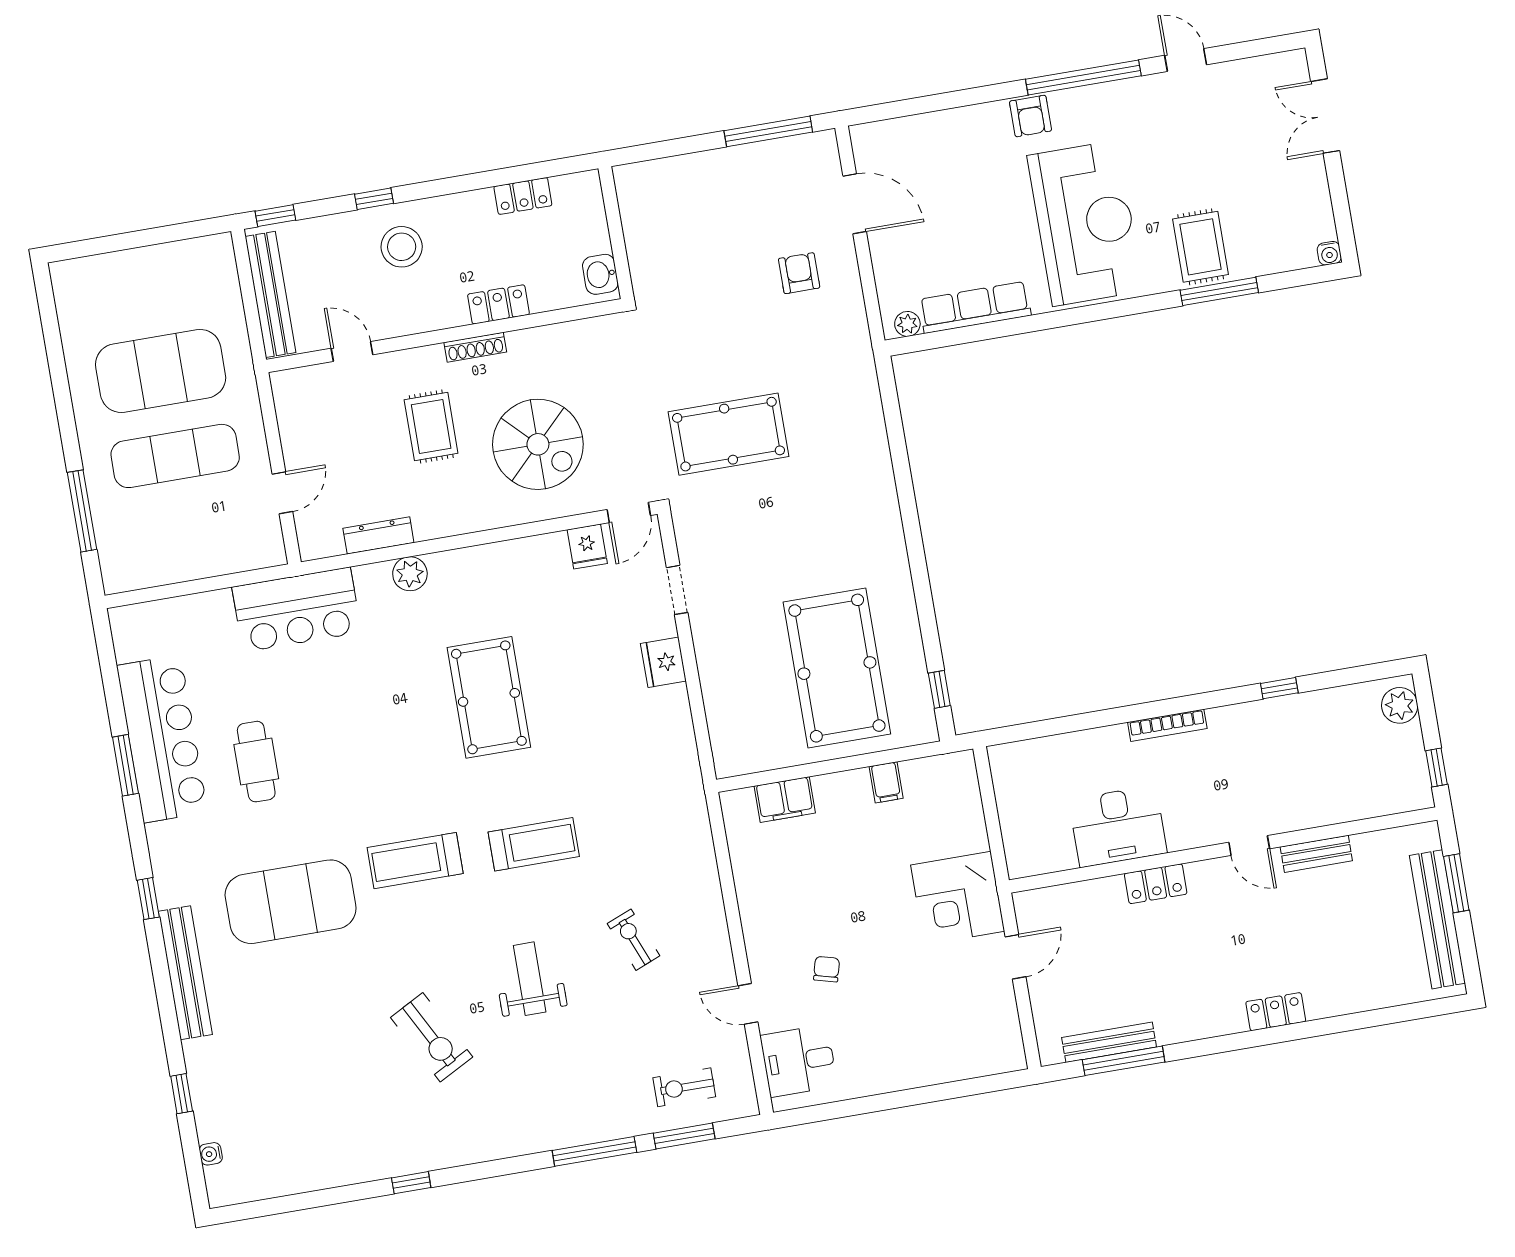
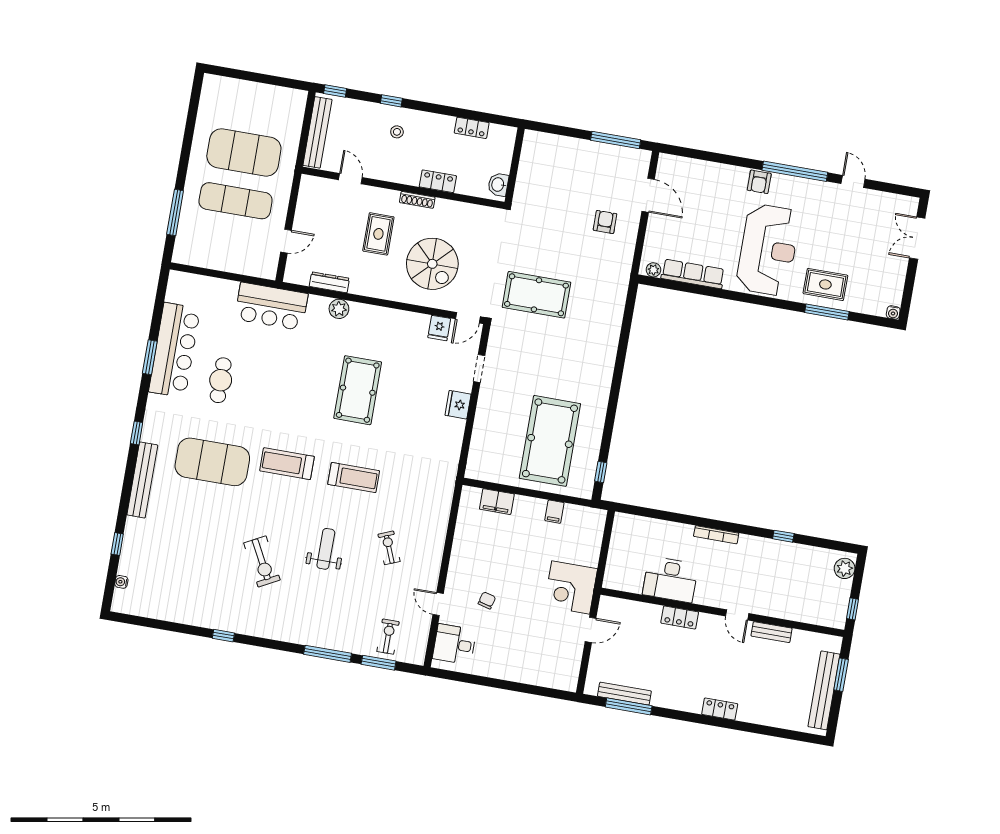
stool: (402, 247) -> (397, 132), width x0.53, depth x0.53
rug: (1201, 247) -> (825, 284), turned 90
exercise bike: (684, 1087) -> (388, 637), turned 90

